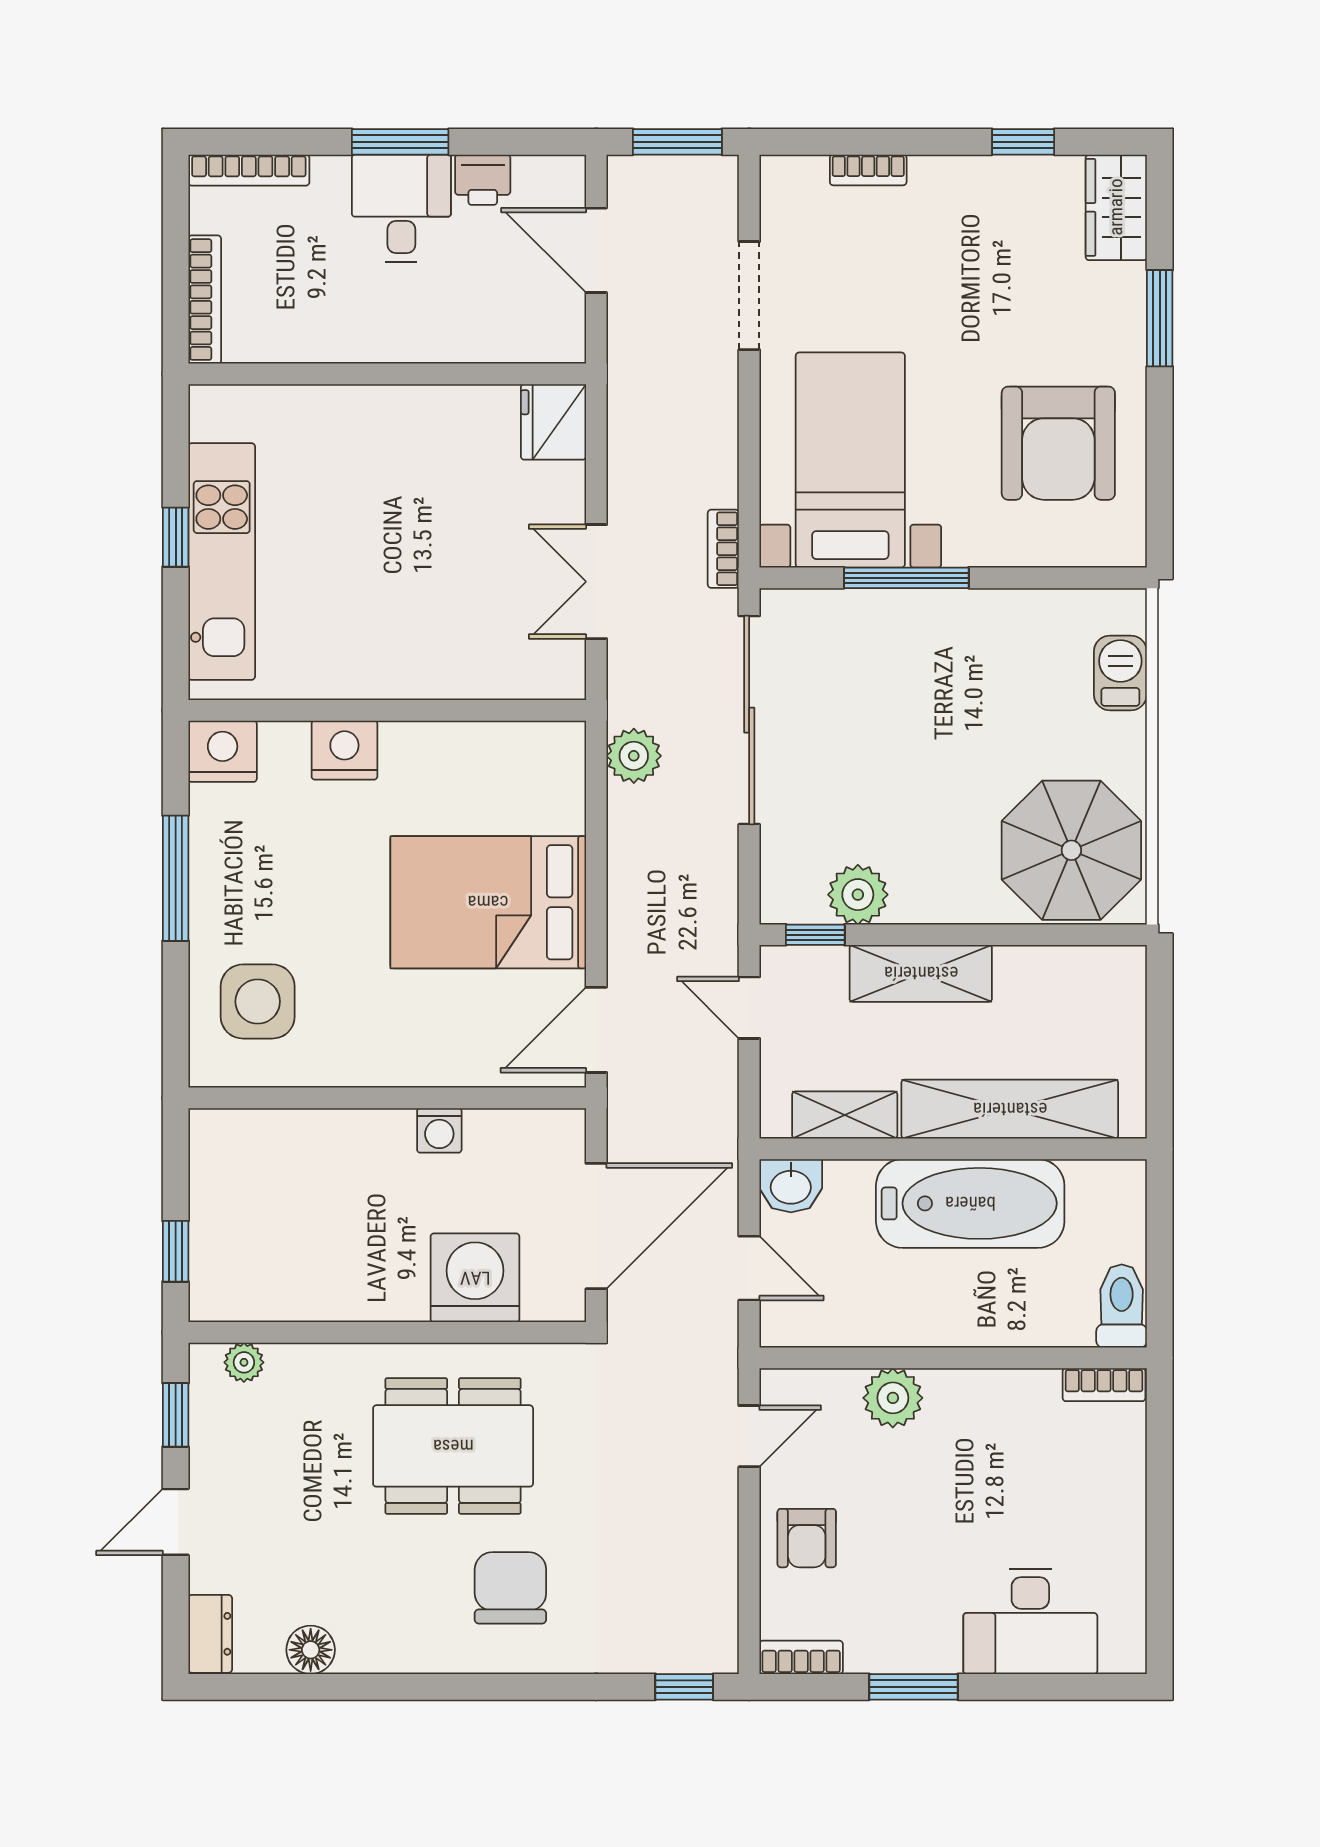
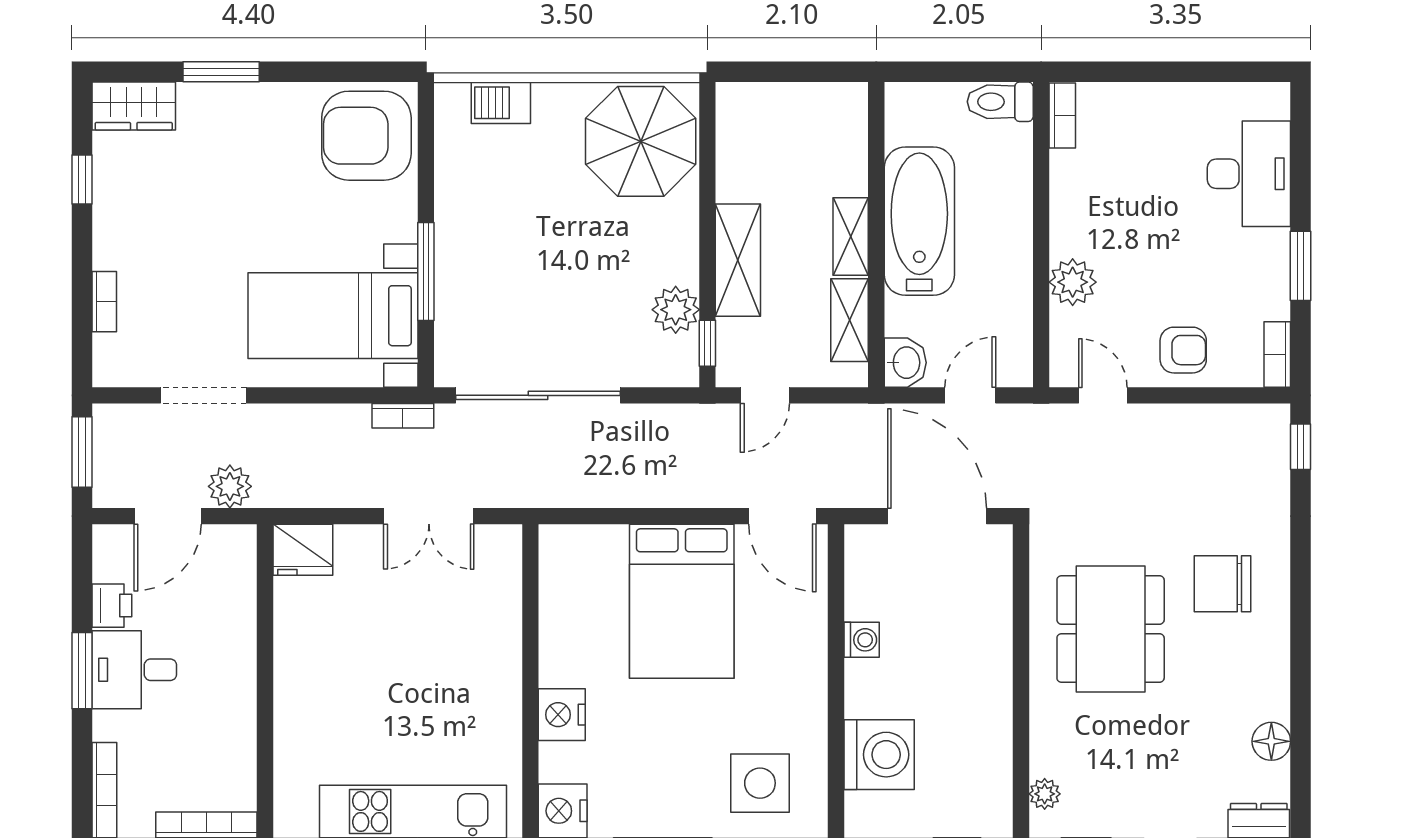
armchair: (1058, 443) -> (366, 136), moved, turned 180
plant: (634, 756) -> (230, 486), moved
shelving: (1010, 1109) -> (851, 237), width x0.45, depth x0.75
washing machine: (475, 1278) -> (879, 755), moved, turned 180

